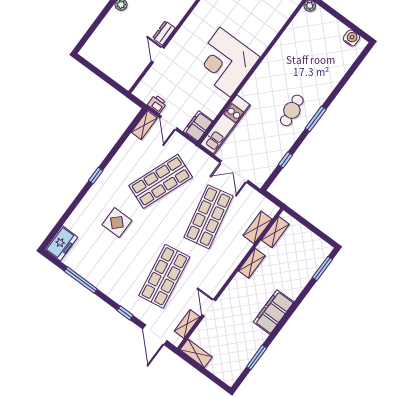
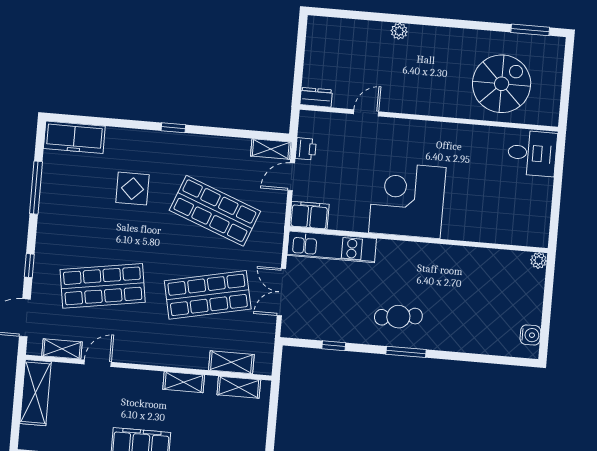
dresser: (164, 33) -> (316, 97), moved
freezer: (61, 243) -> (74, 137), width x1.40
shelving: (196, 353) -> (35, 393), width x1.50, depth x1.33

